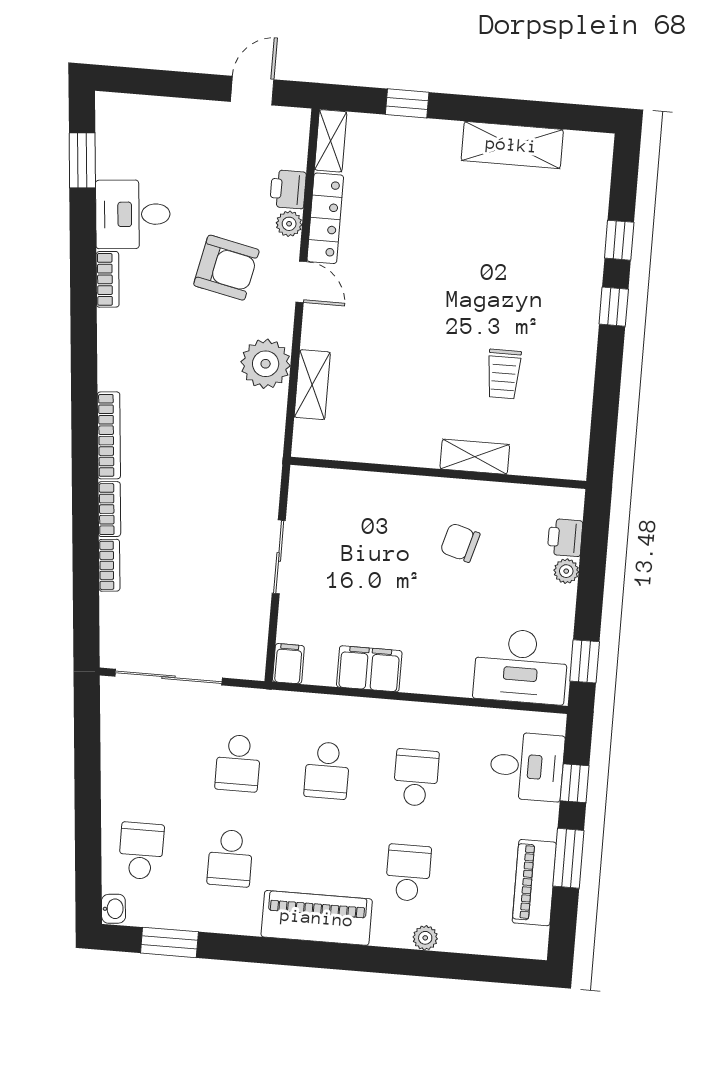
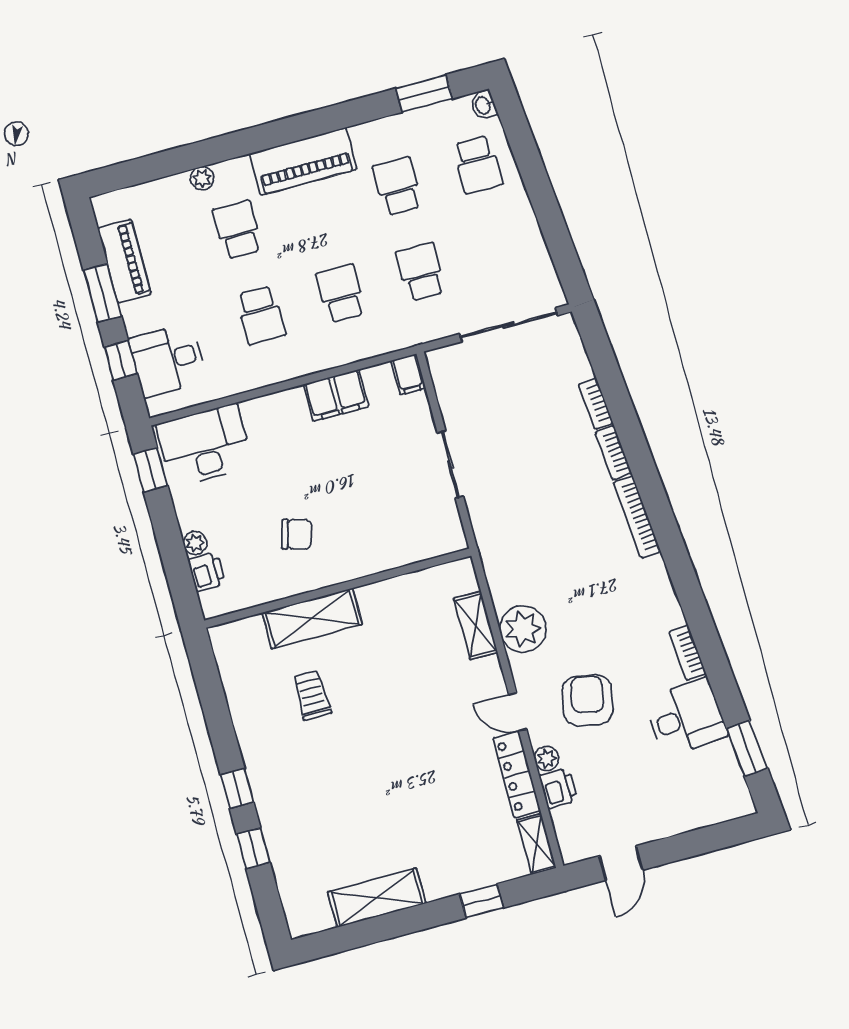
armchair: (226, 268) -> (587, 700), turned 89
shelving: (475, 457) -> (312, 618), width x1.50, depth x1.33
school desk: (408, 873) -> (238, 230), turned 180

